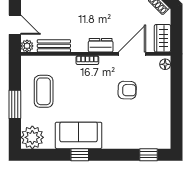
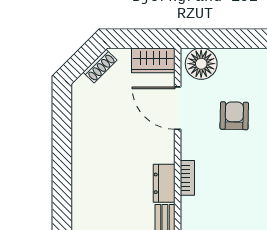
dresser: (101, 45) -> (164, 183), moved
floor lamp: (165, 64) -> (201, 64), width x1.89, depth x1.89

